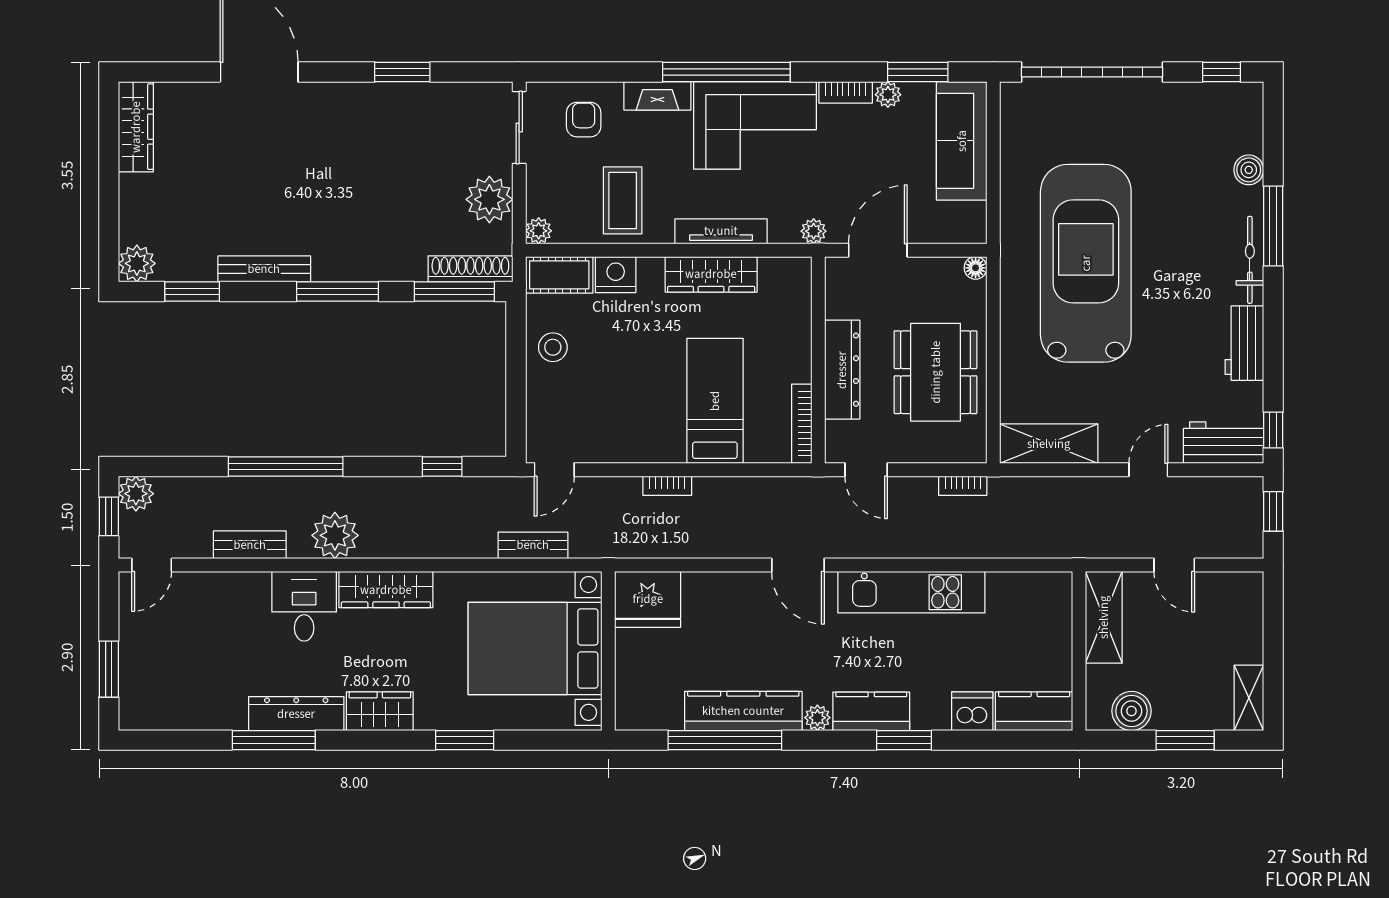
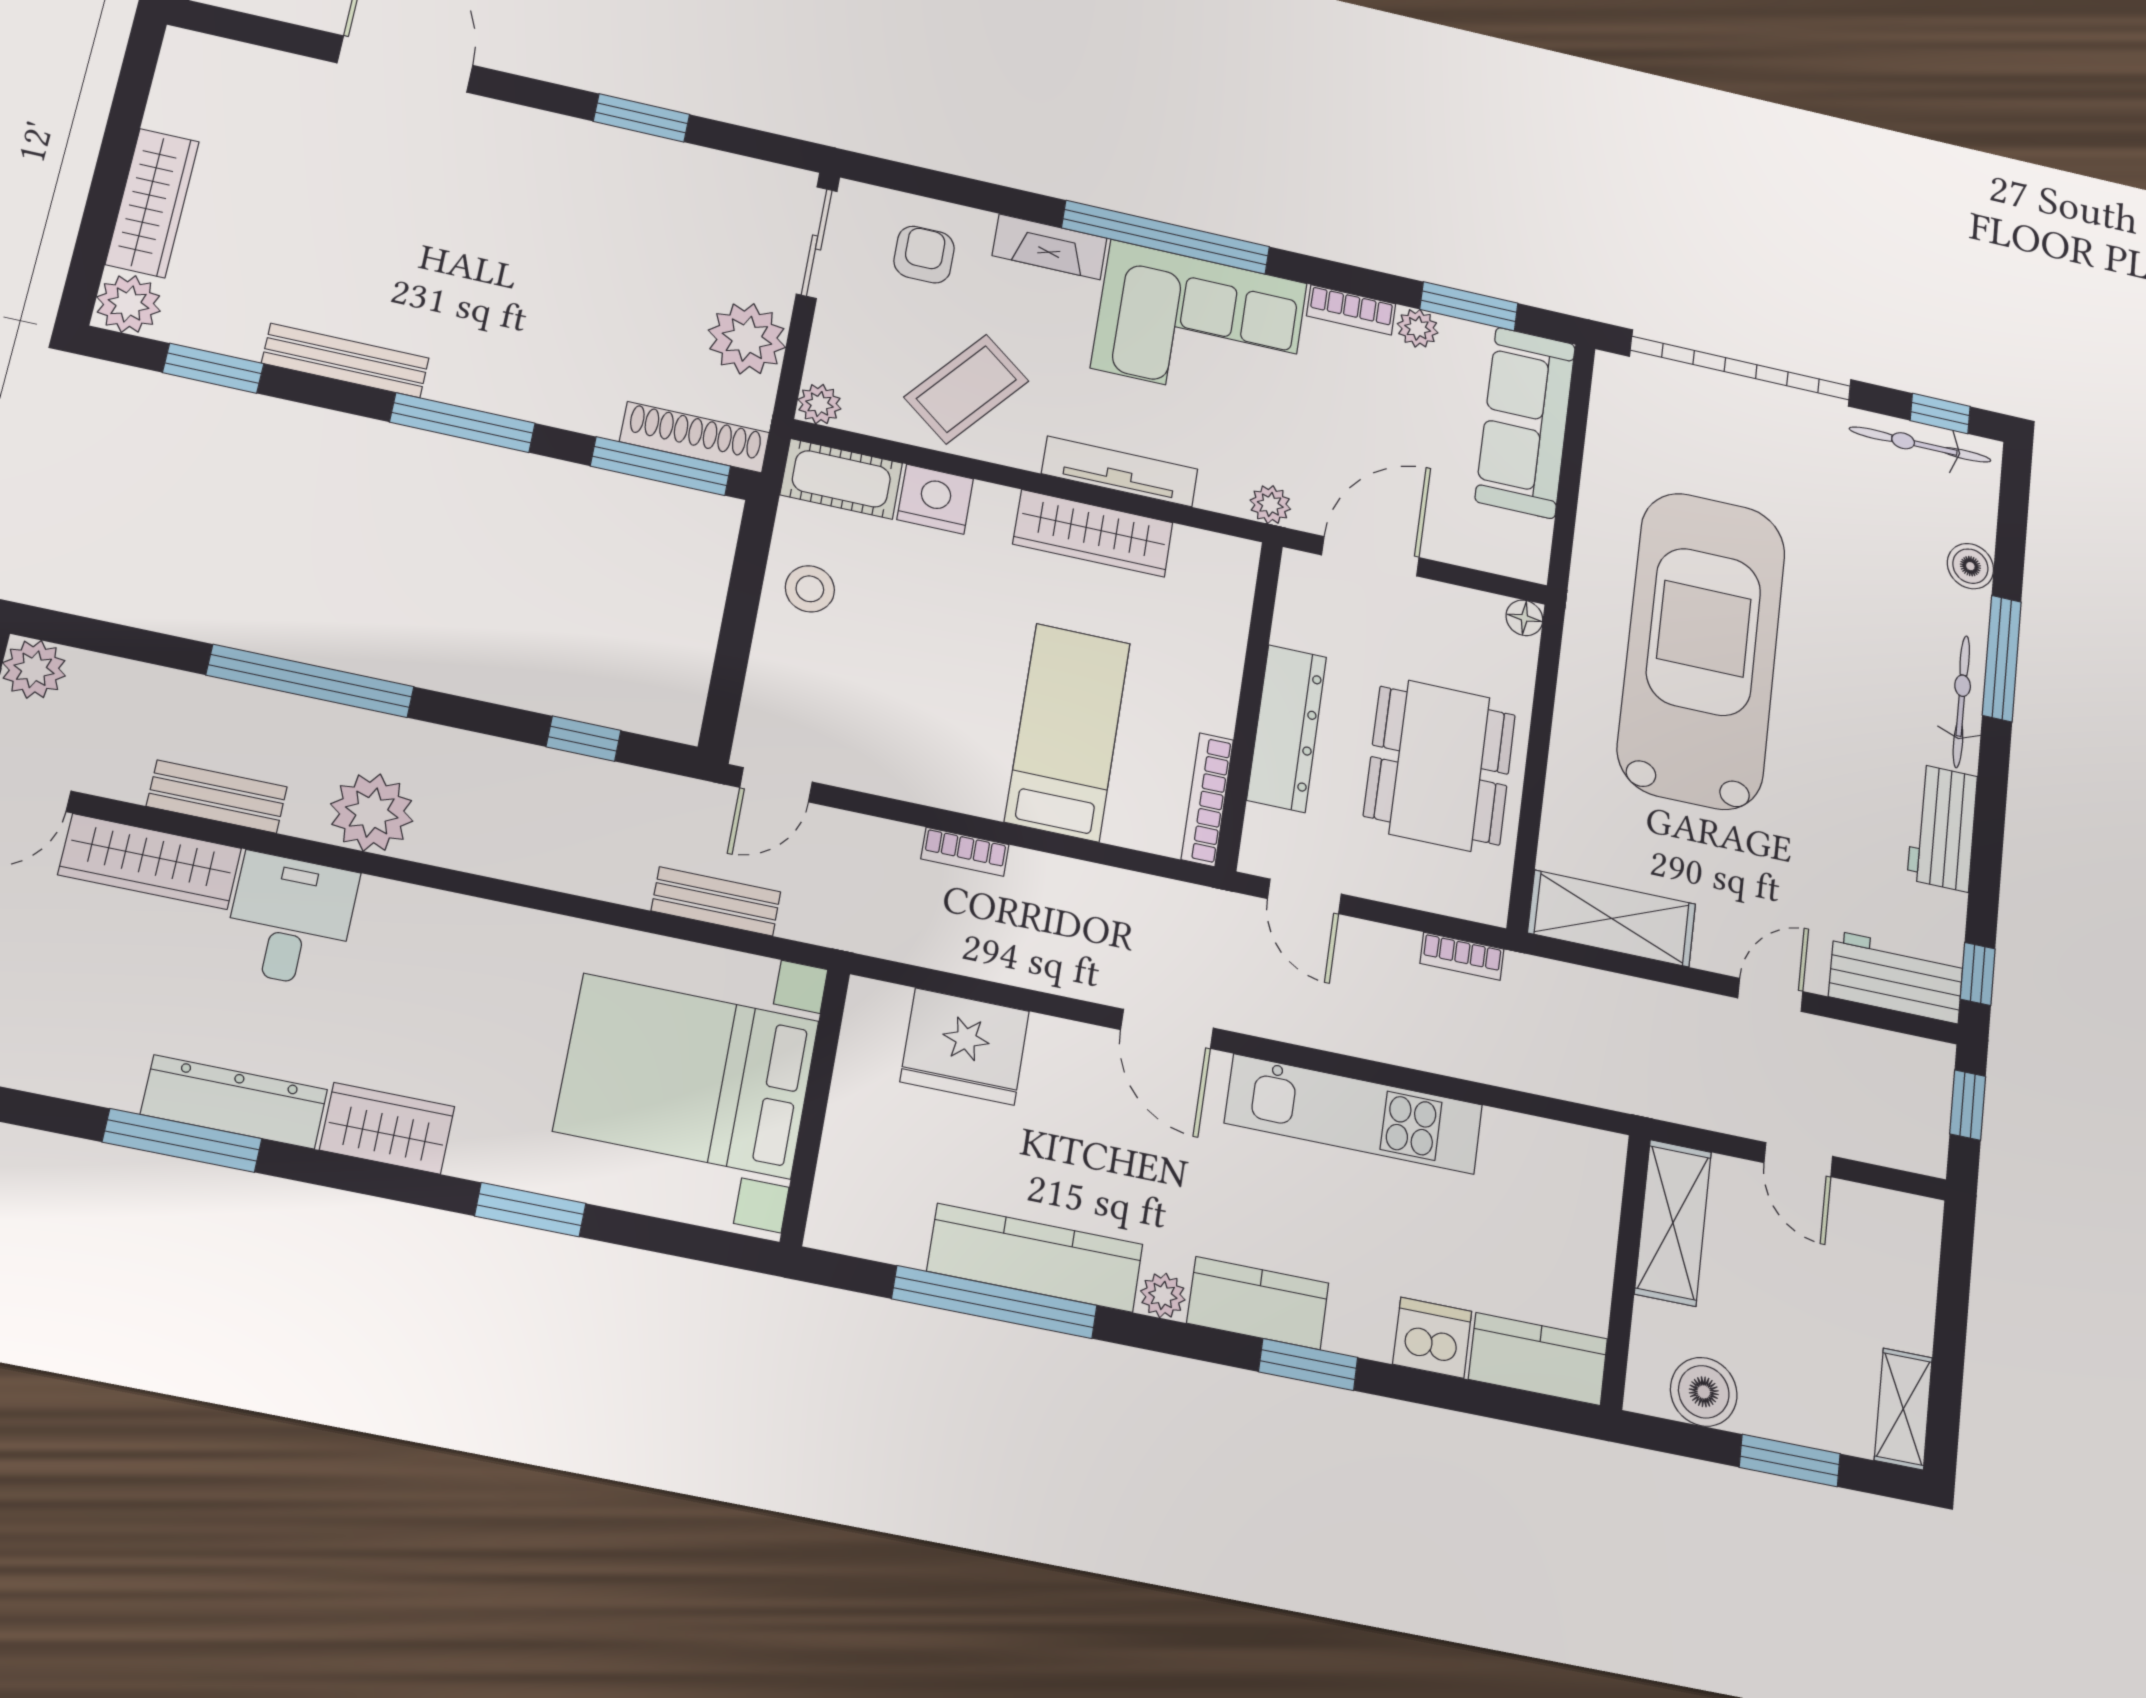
bicycle: (1210, 96) -> (1920, 445), added
wardrobe: (136, 127) -> (152, 203), moved
coffee table: (623, 200) -> (966, 389), turned 39
wardrobe: (386, 590) -> (150, 862), moved
fridge: (648, 599) -> (965, 1046), moved

